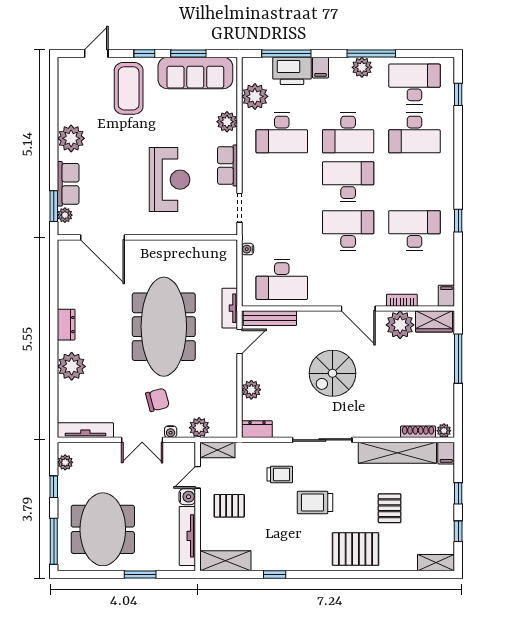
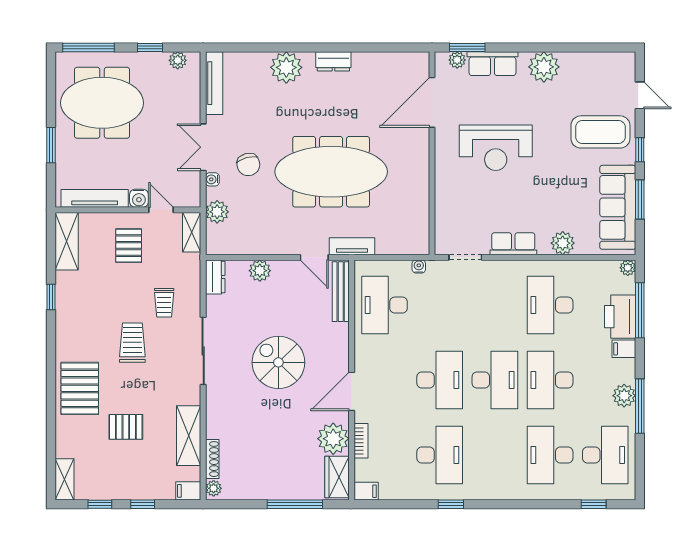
plant: (255, 96) -> (628, 268), moved, width x0.53, depth x0.53
reception desk: (169, 180) -> (496, 148), moved
shelving: (397, 453) -> (189, 436), width x0.68

